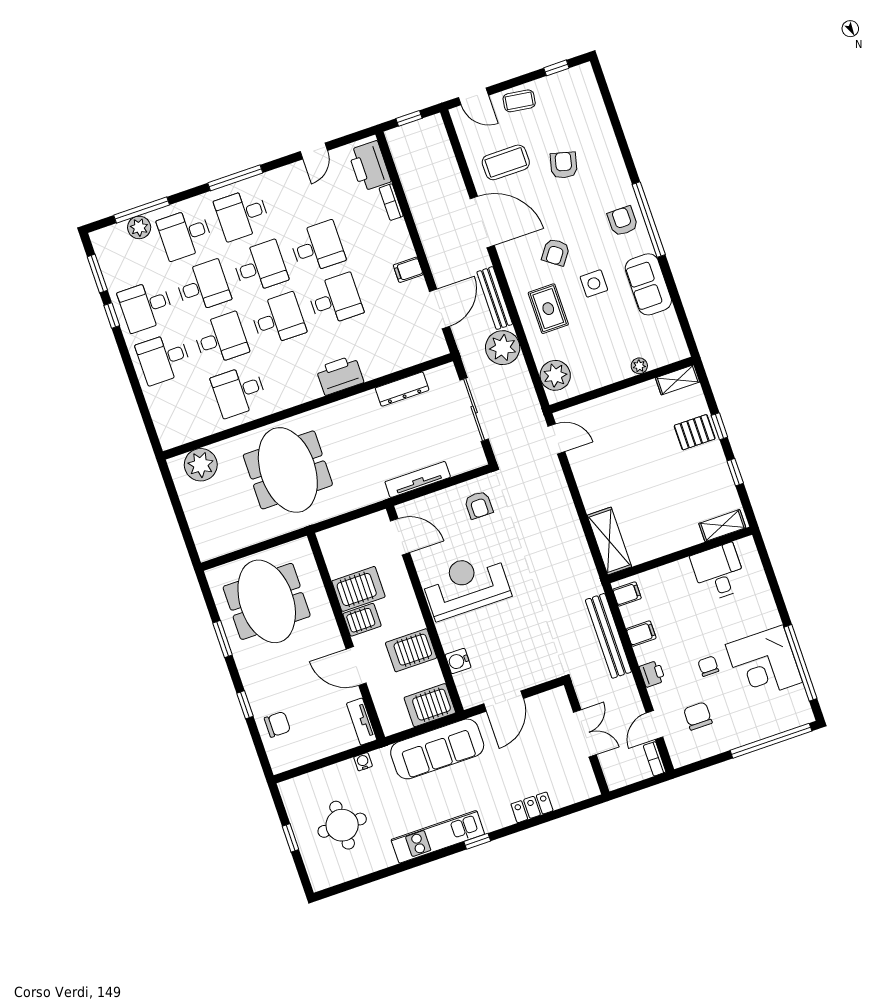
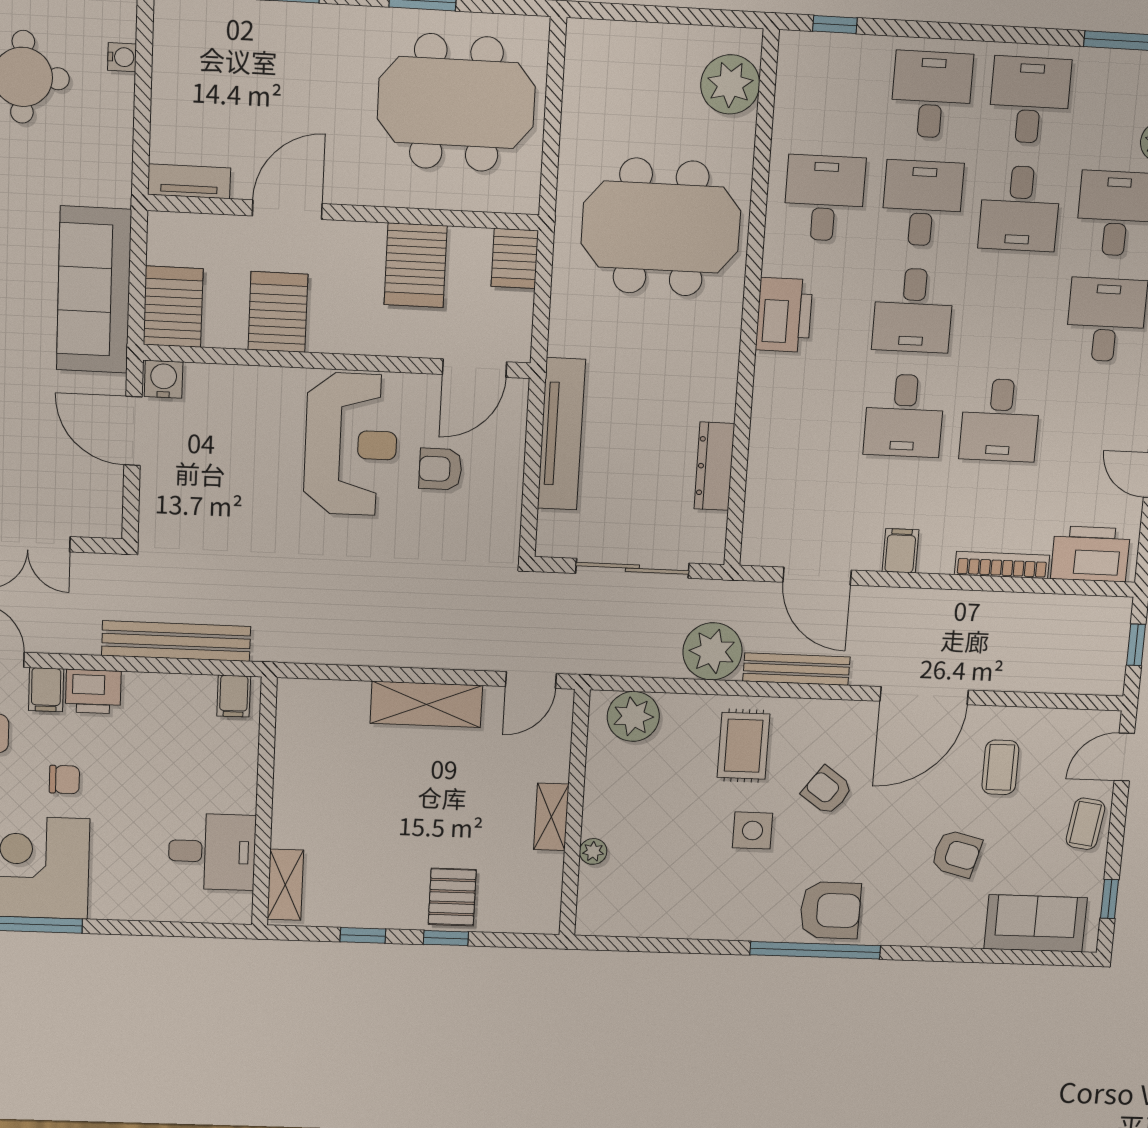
coffee table: (506, 162) -> (1000, 767), width x0.73, depth x0.77
bookcase: (391, 202) -> (1002, 565), width x1.56
armchair: (623, 221) -> (830, 910), width x1.38, depth x1.38
desk: (260, 267) -> (1010, 315), removed
sofa: (648, 284) -> (1036, 923), moved
rug: (548, 309) -> (744, 746), turned 90
window: (112, 316) -> (835, 24), moved
desk: (221, 339) -> (922, 203), turned 180
printer: (340, 375) -> (784, 315), moved
shelving: (678, 380) -> (551, 817), moved
tv unit: (418, 479) -> (561, 434), width x1.36, depth x1.29
armchair: (479, 505) -> (440, 469), moved
shelving: (609, 541) -> (426, 704), moved
server rack: (362, 620) -> (515, 258), moved
filing cabinet: (641, 634) -> (46, 690), moved
water cooler: (458, 661) -> (164, 379), moved
printer: (652, 674) -> (93, 692), width x1.36, depth x1.24
chair: (277, 724) -> (239, 36), removed
water cooler: (363, 762) -> (122, 57), moved

